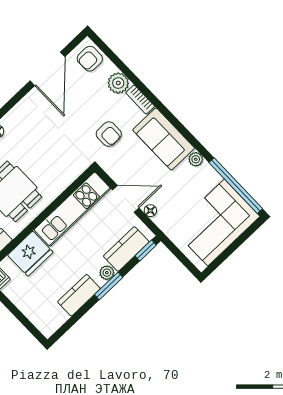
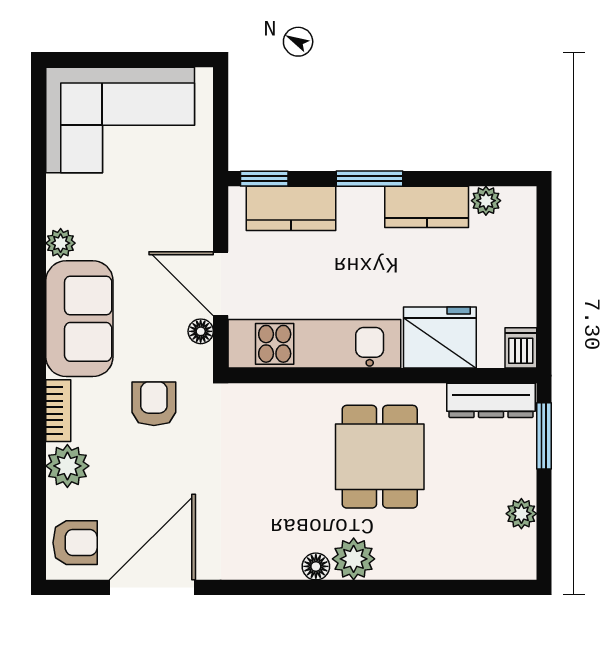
window: (236, 186) -> (38, 147), removed
floor lamp: (150, 211) -> (201, 331), moved
plant: (107, 273) -> (486, 201), moved

